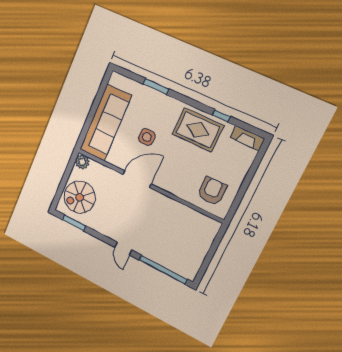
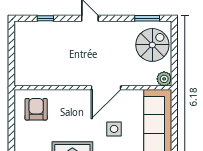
armchair: (212, 191) -> (36, 109), turned 180
window: (163, 270) -> (45, 18), width x0.32

